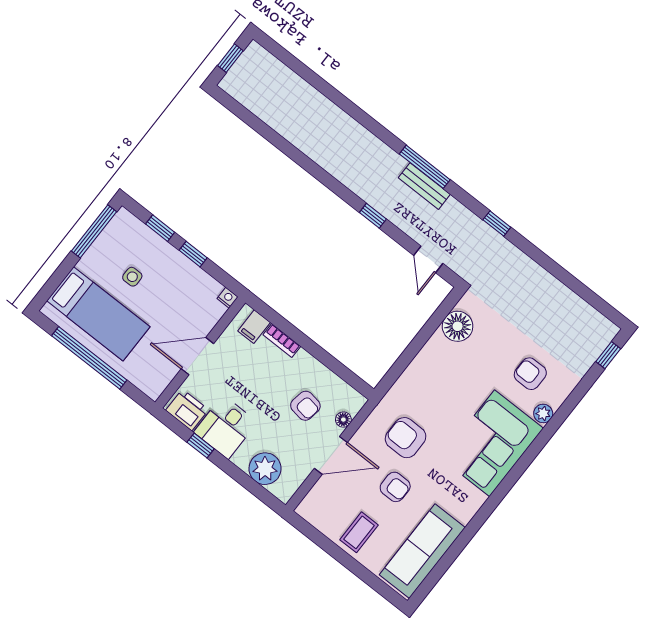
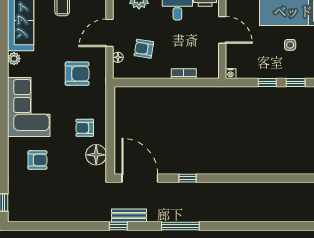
bench: (424, 186) -> (129, 216), moved
door: (428, 259) -> (140, 178), width x1.88
filing cabinet: (254, 327) -> (204, 69), removed
door: (197, 356) -> (222, 30), hinge flipped
plant: (543, 413) -> (14, 59), moved
armchair: (395, 487) -> (85, 128), moved

